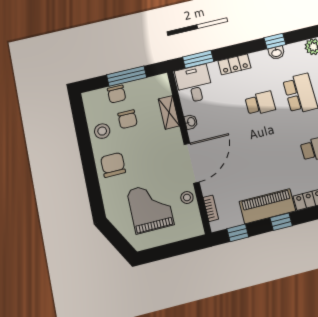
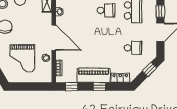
door: (192, 163) -> (54, 38), hinge flipped
grand piano: (150, 207) -> (22, 58), turned 180

